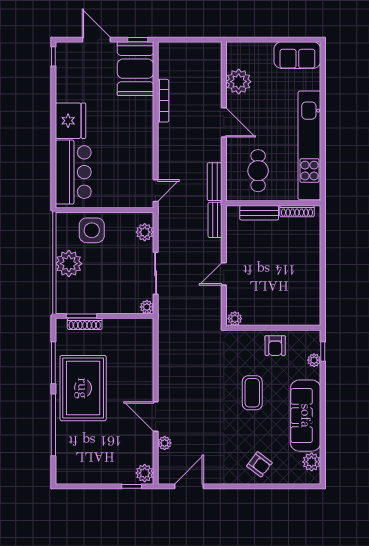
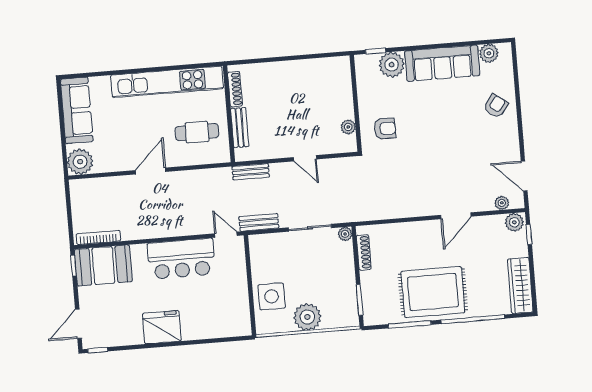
door: (96, 40) -> (78, 324), moved
sofa: (297, 55) -> (77, 110), width x1.36
plant: (239, 82) -> (80, 162), moved
bookcase: (163, 101) -> (98, 237), moved
bar counter: (73, 172) -> (181, 259), moved, turned 180
bench: (215, 182) -> (259, 222), moved
plant: (145, 232) -> (269, 242), removed
plant: (235, 319) -> (348, 127), moved
shoe rack: (85, 324) -> (364, 252), moved
armchair: (275, 346) -> (385, 128), moved
plant: (314, 360) -> (392, 65), width x1.87, depth x1.87
coffee table: (252, 393) -> (424, 119), removed
plant: (165, 443) -> (502, 203), moved
wardrobe: (82, 474) -> (520, 286), added

